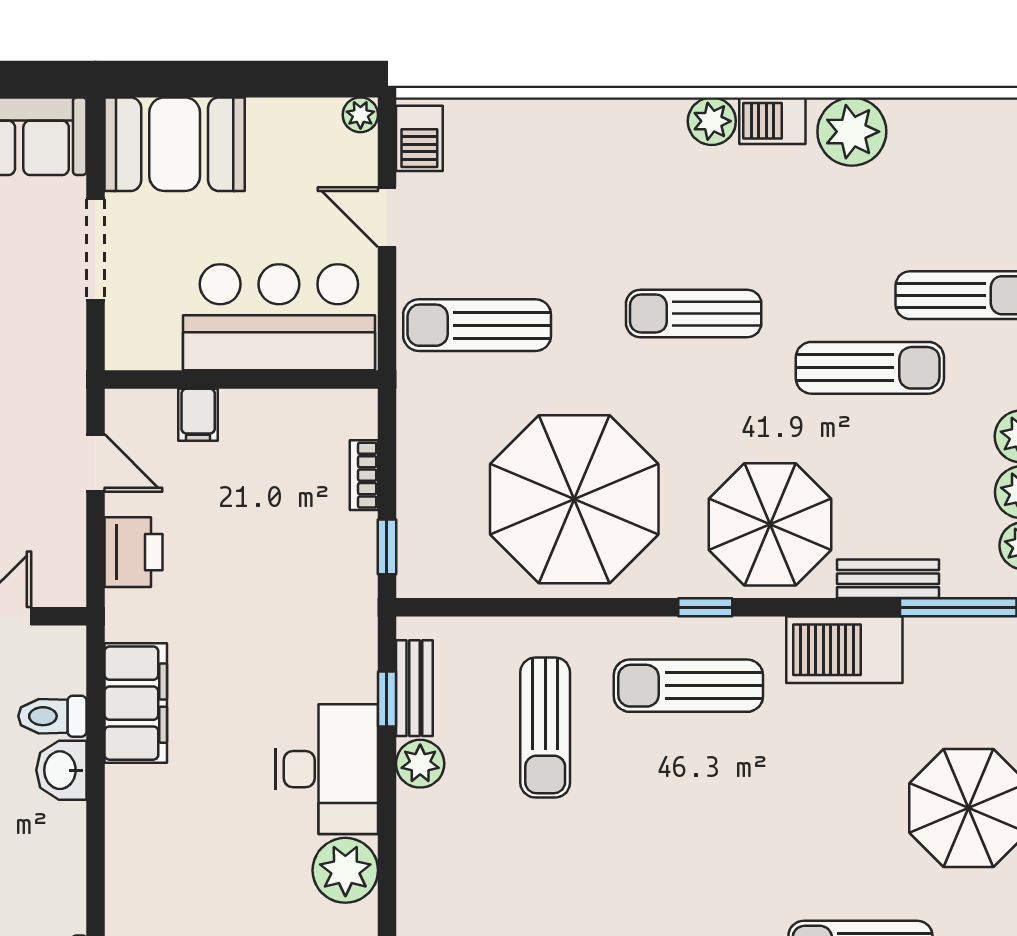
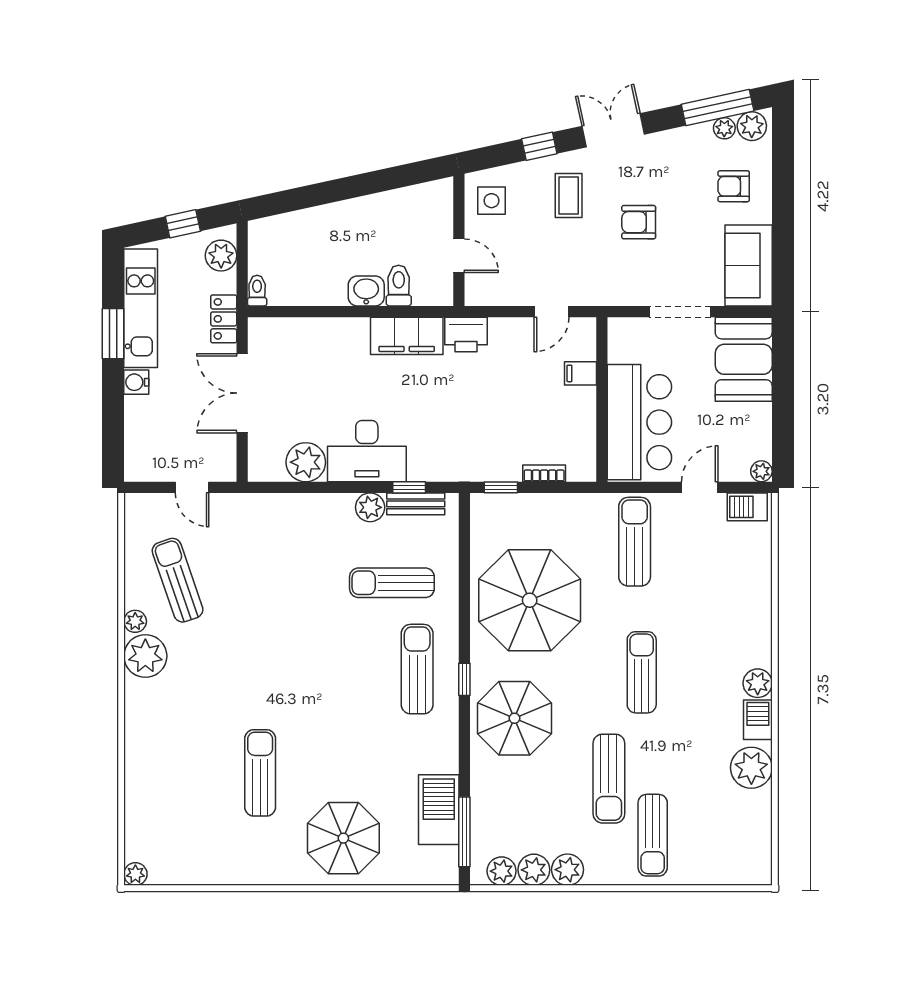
printer: (134, 552) -> (466, 334), moved
bench: (888, 579) -> (482, 789), removed
barbecue: (844, 650) -> (439, 810), moved

